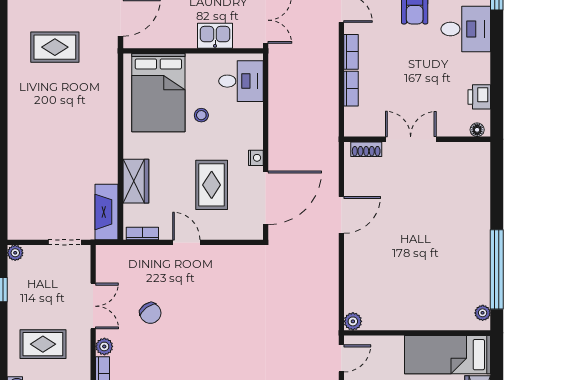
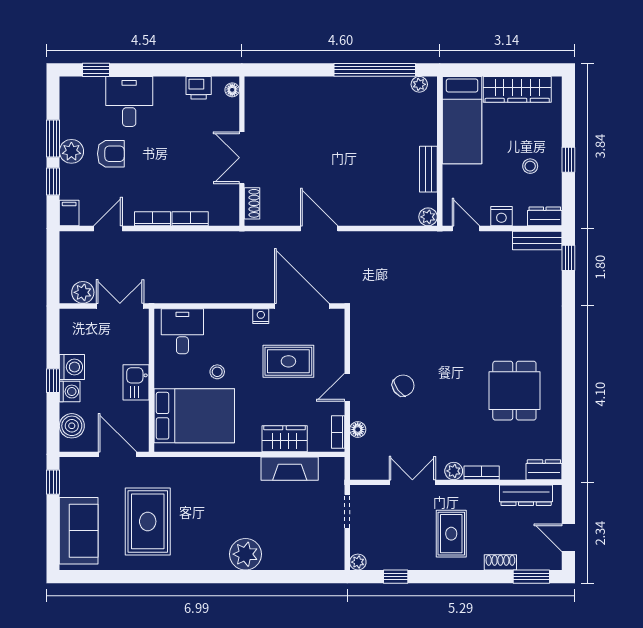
kitchen sink: (215, 36) -> (136, 382), moved
rug: (55, 47) -> (148, 521), width x1.36, depth x1.43
plant: (23, 143) -> (246, 554), added
fireplace: (107, 212) -> (290, 469), moved
floor lamp: (145, 253) -> (358, 429), added
chair: (150, 313) -> (403, 386), moved
bench: (399, 322) -> (428, 169), added

